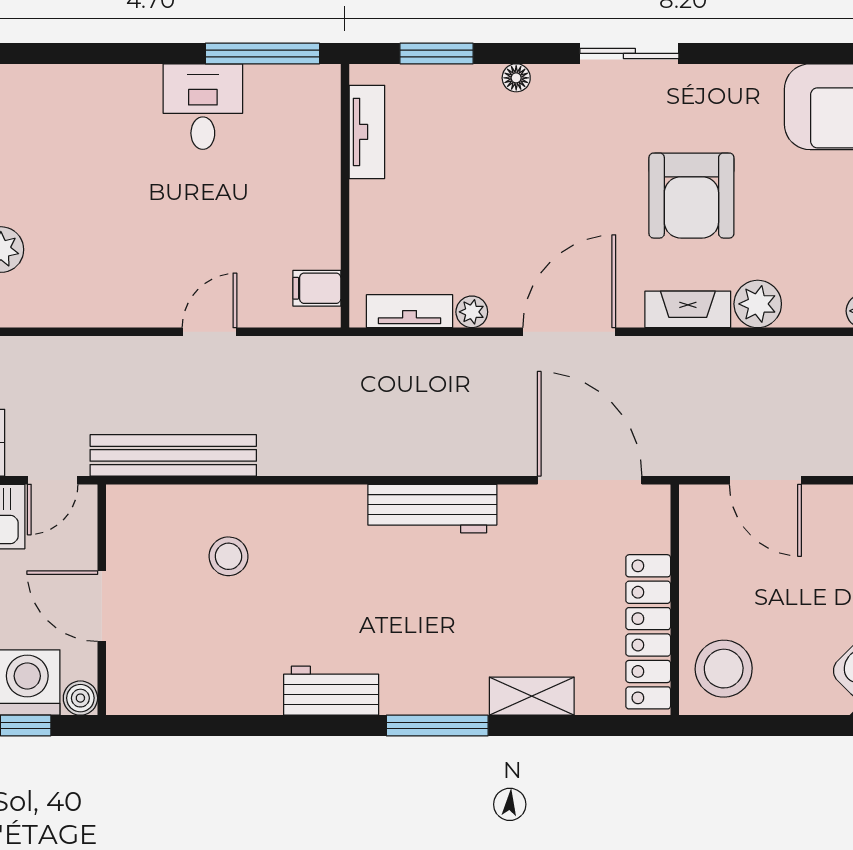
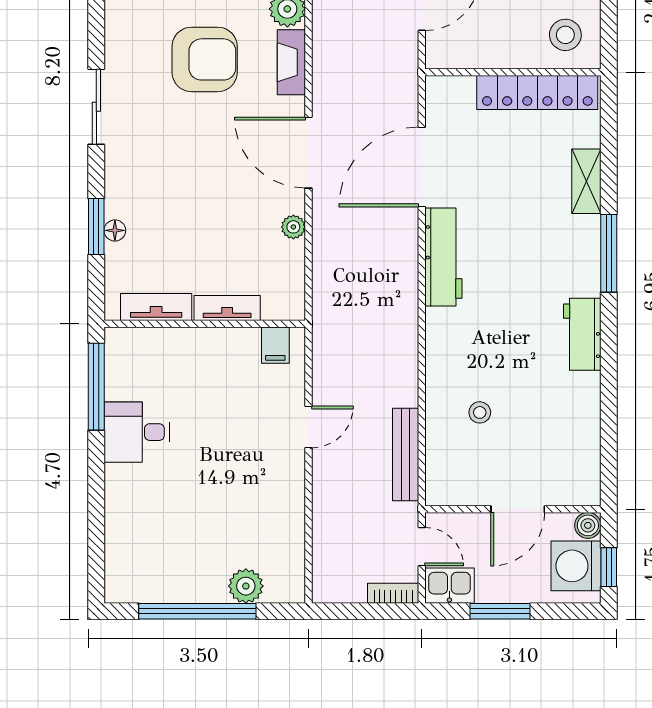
window: (437, 53) -> (96, 227), moved
floor lamp: (516, 78) -> (115, 230), moved
tv unit: (410, 311) -> (227, 308), moved, turned 90
door: (210, 332) -> (309, 427), swing flipped
bench: (173, 455) -> (406, 455), width x0.73, depth x0.82
door: (590, 480) -> (422, 167), moved
stool: (228, 556) -> (480, 412), width x0.73, depth x0.73
stool: (724, 669) -> (565, 35), width x0.73, depth x0.73

